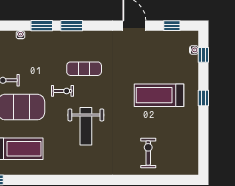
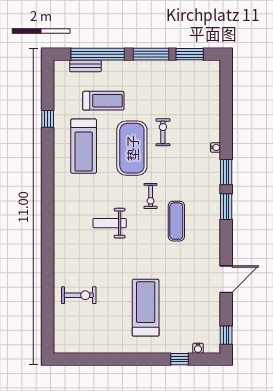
window: (172, 26) -> (226, 335), moved
window: (203, 55) -> (180, 359), moved
window: (203, 98) -> (142, 359), removed
weight bench: (86, 126) -> (110, 223), width x0.73, depth x0.75

